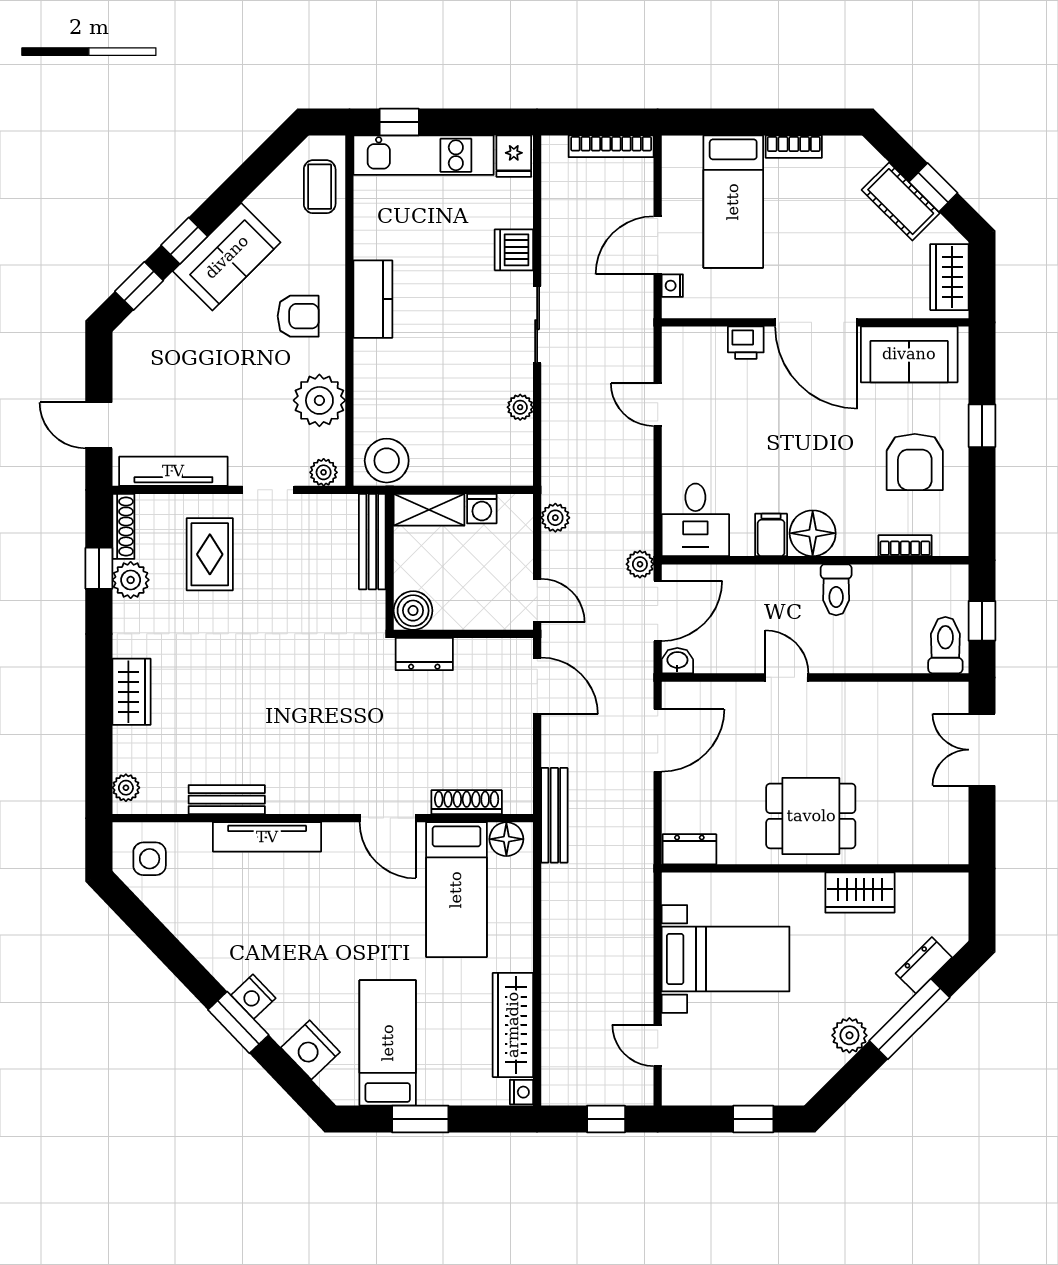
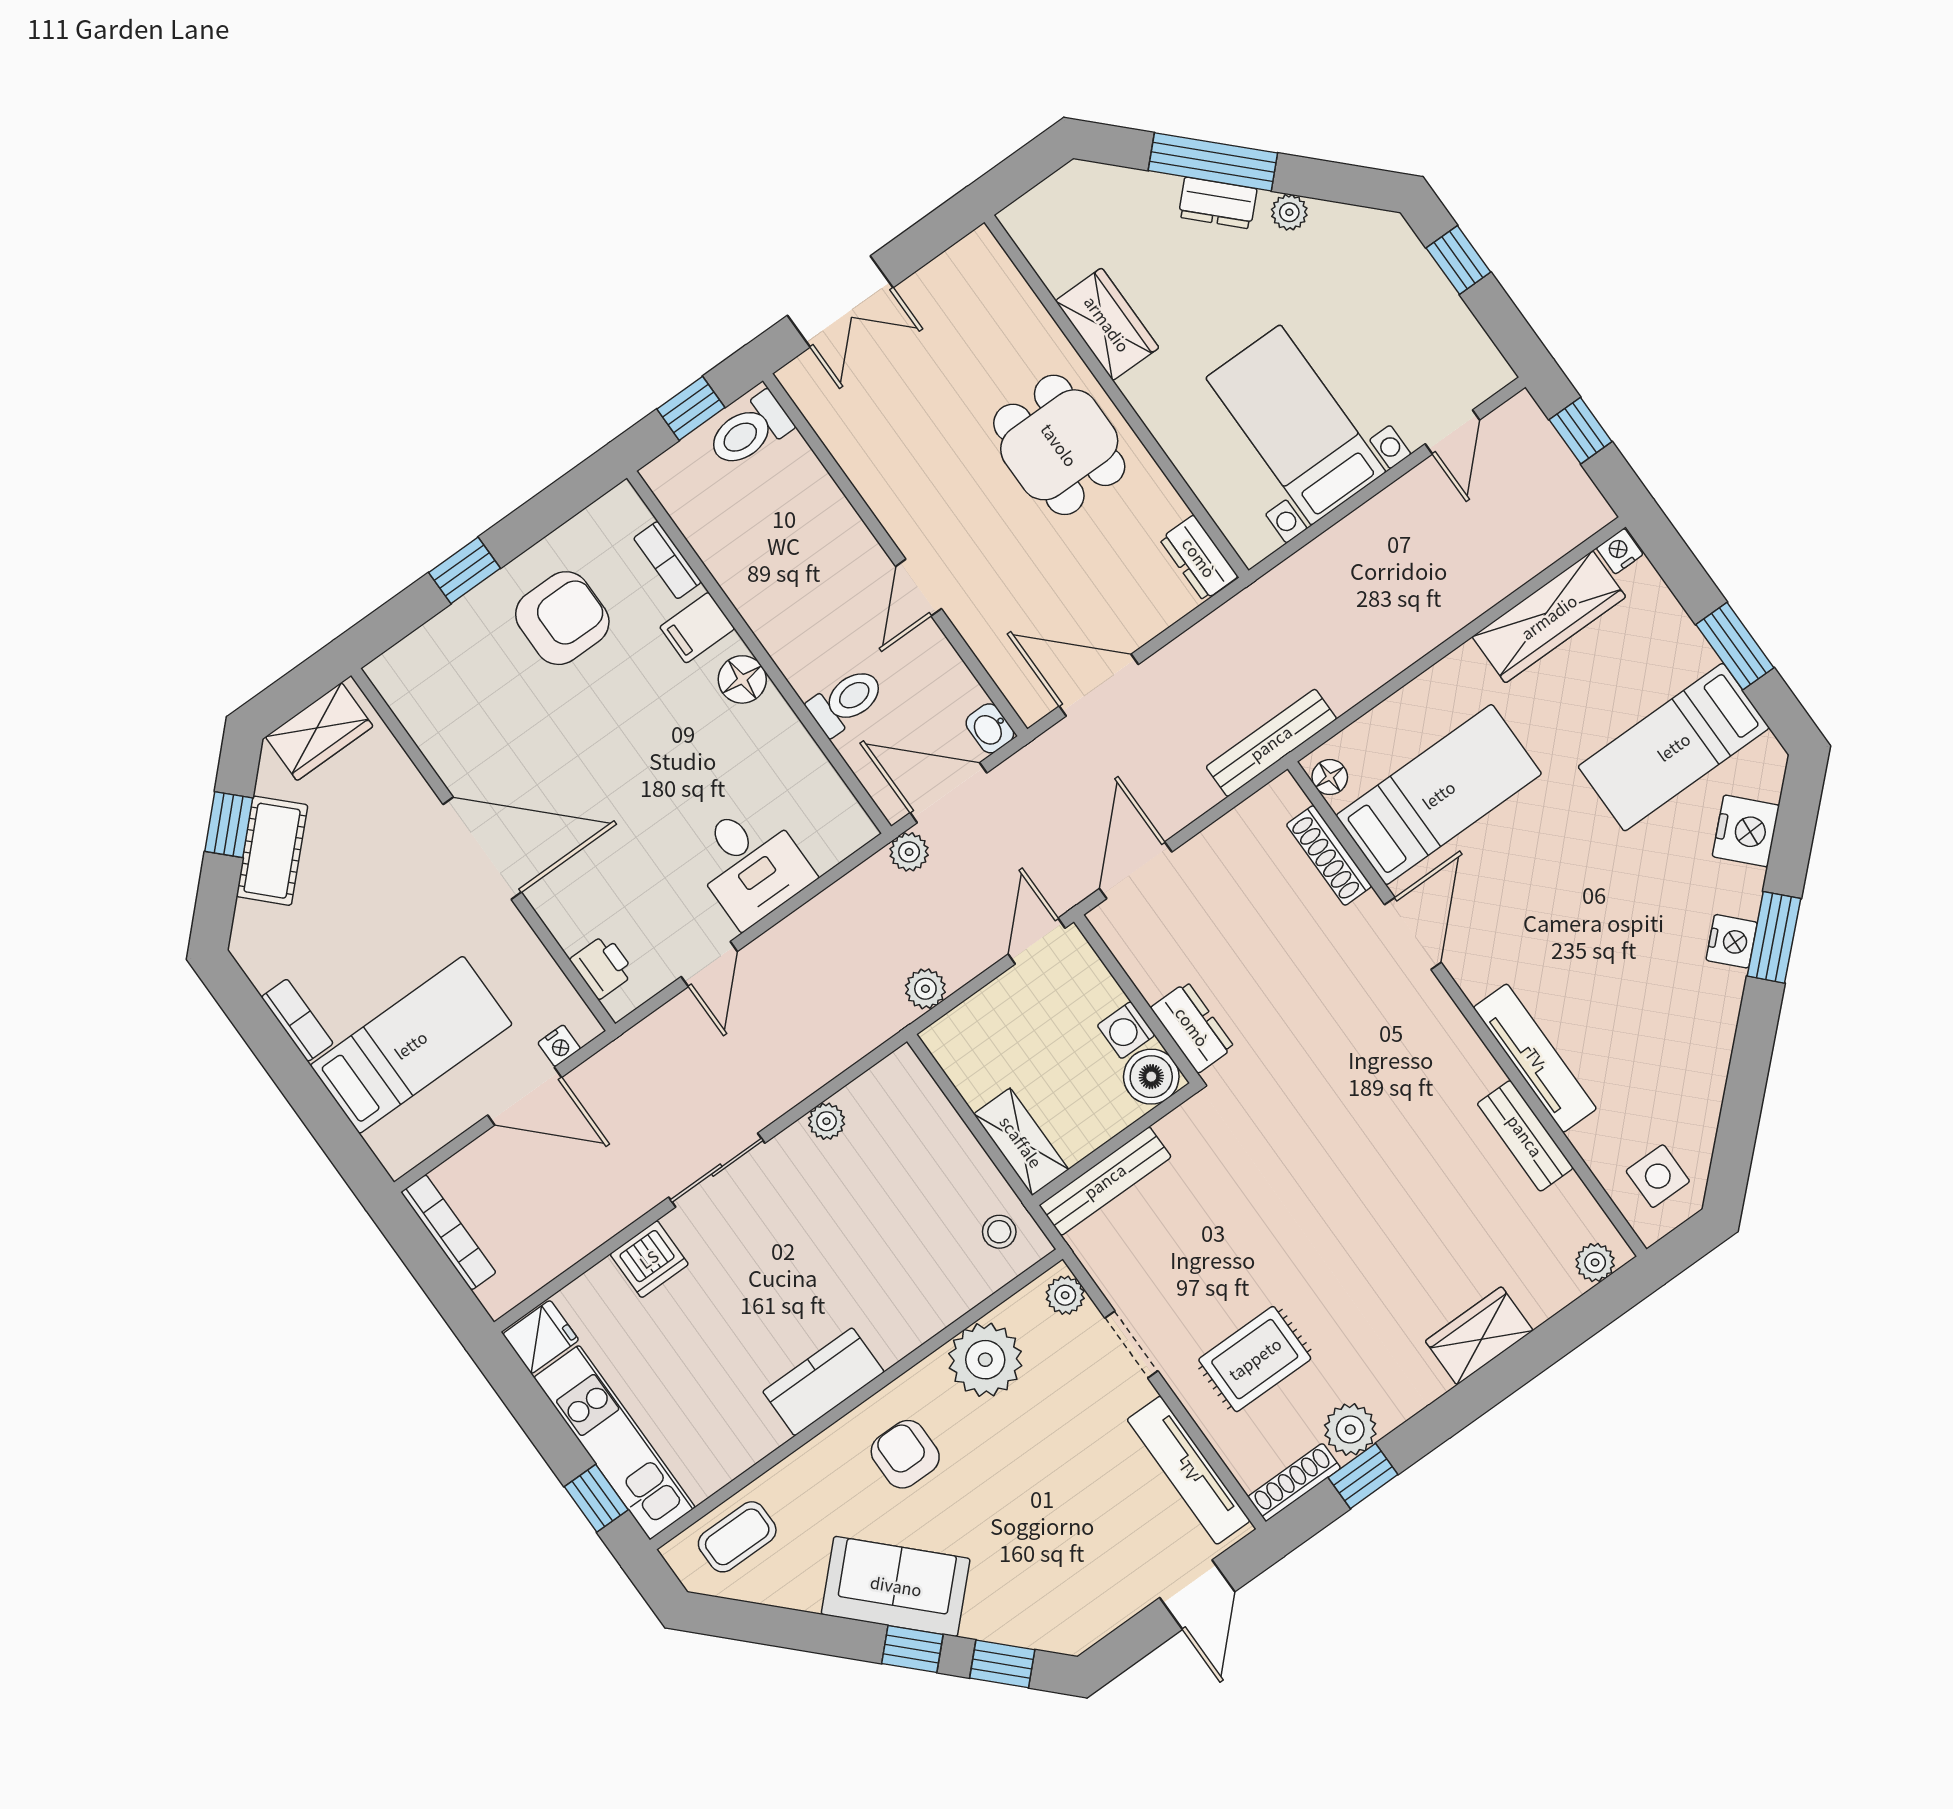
door: (816, 322) -> (482, 848), hinge flipped
printer: (746, 343) -> (603, 967), moved
sofa: (909, 354) -> (442, 714), removed
stool: (387, 461) -> (999, 1232), width x0.53, depth x0.53
washing machine: (482, 509) -> (1126, 1030), moved, turned 180
desk: (695, 520) -> (750, 864), moved, turned 90
floor lamp: (813, 533) -> (742, 679), width x0.73, depth x0.73
filing cabinet: (771, 535) -> (697, 628), moved
toilet: (836, 590) -> (846, 701), moved
floor lamp: (506, 839) -> (1330, 777), width x0.73, depth x0.73
dresser: (924, 965) -> (1218, 203), moved
plant: (849, 1035) -> (1289, 212), width x0.73, depth x0.73

